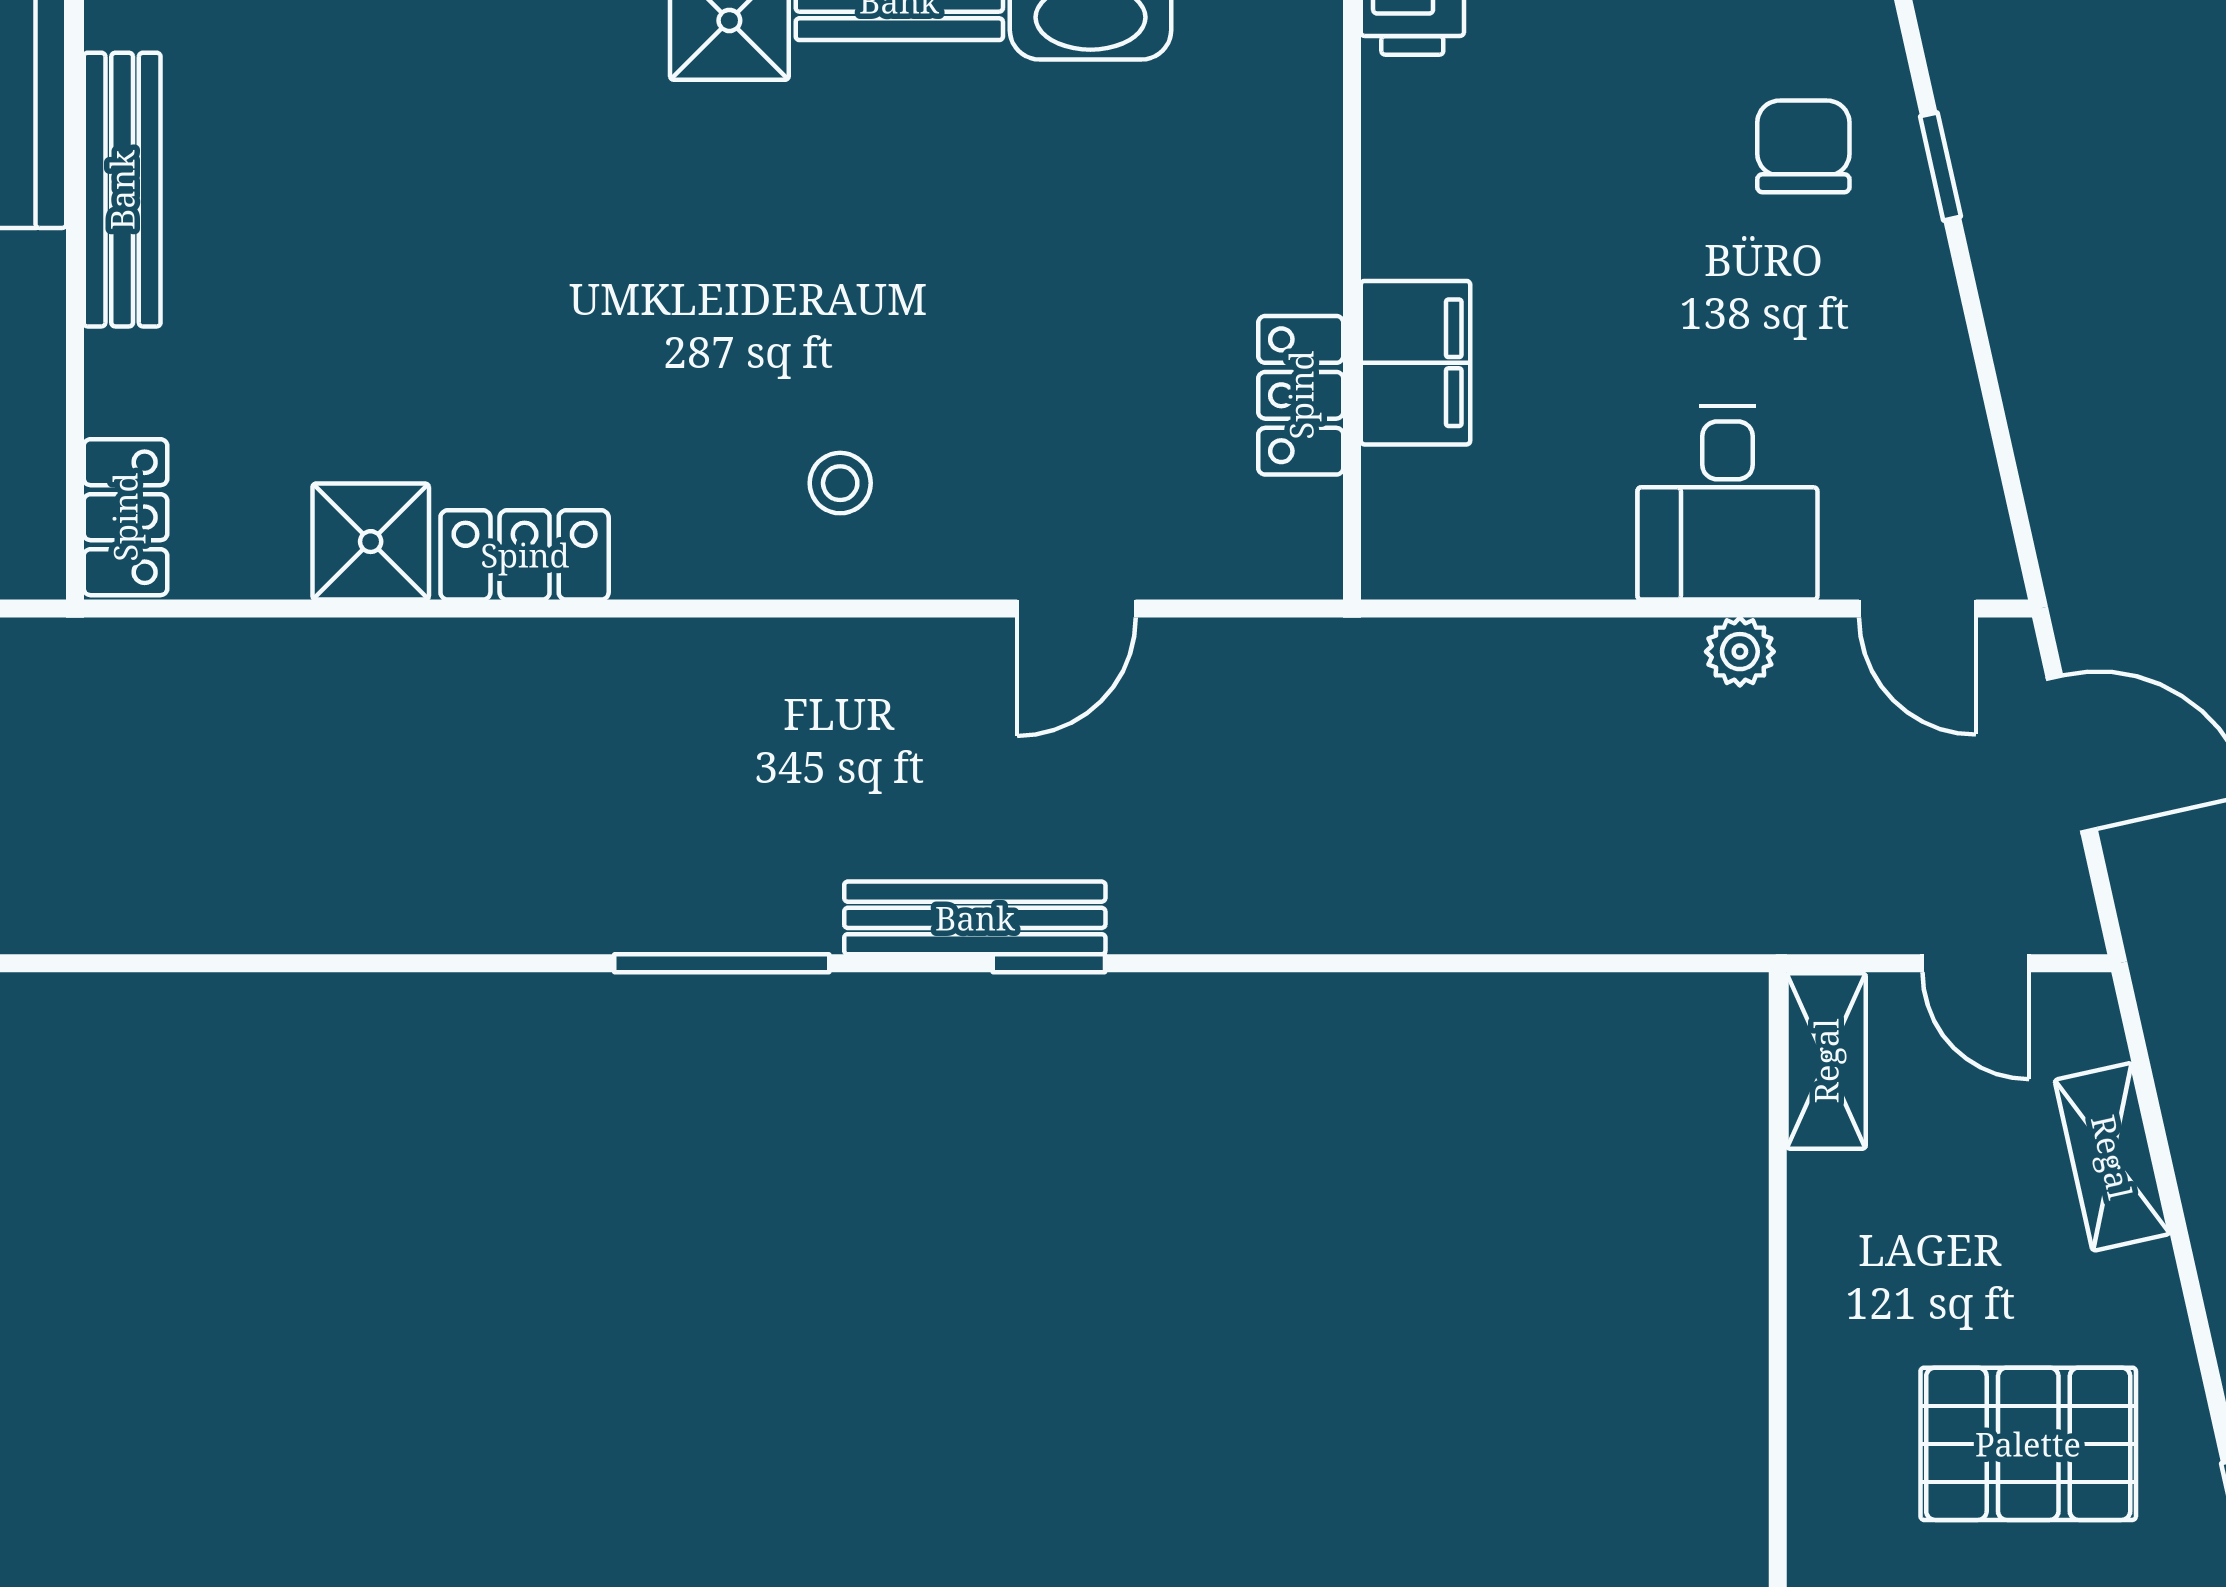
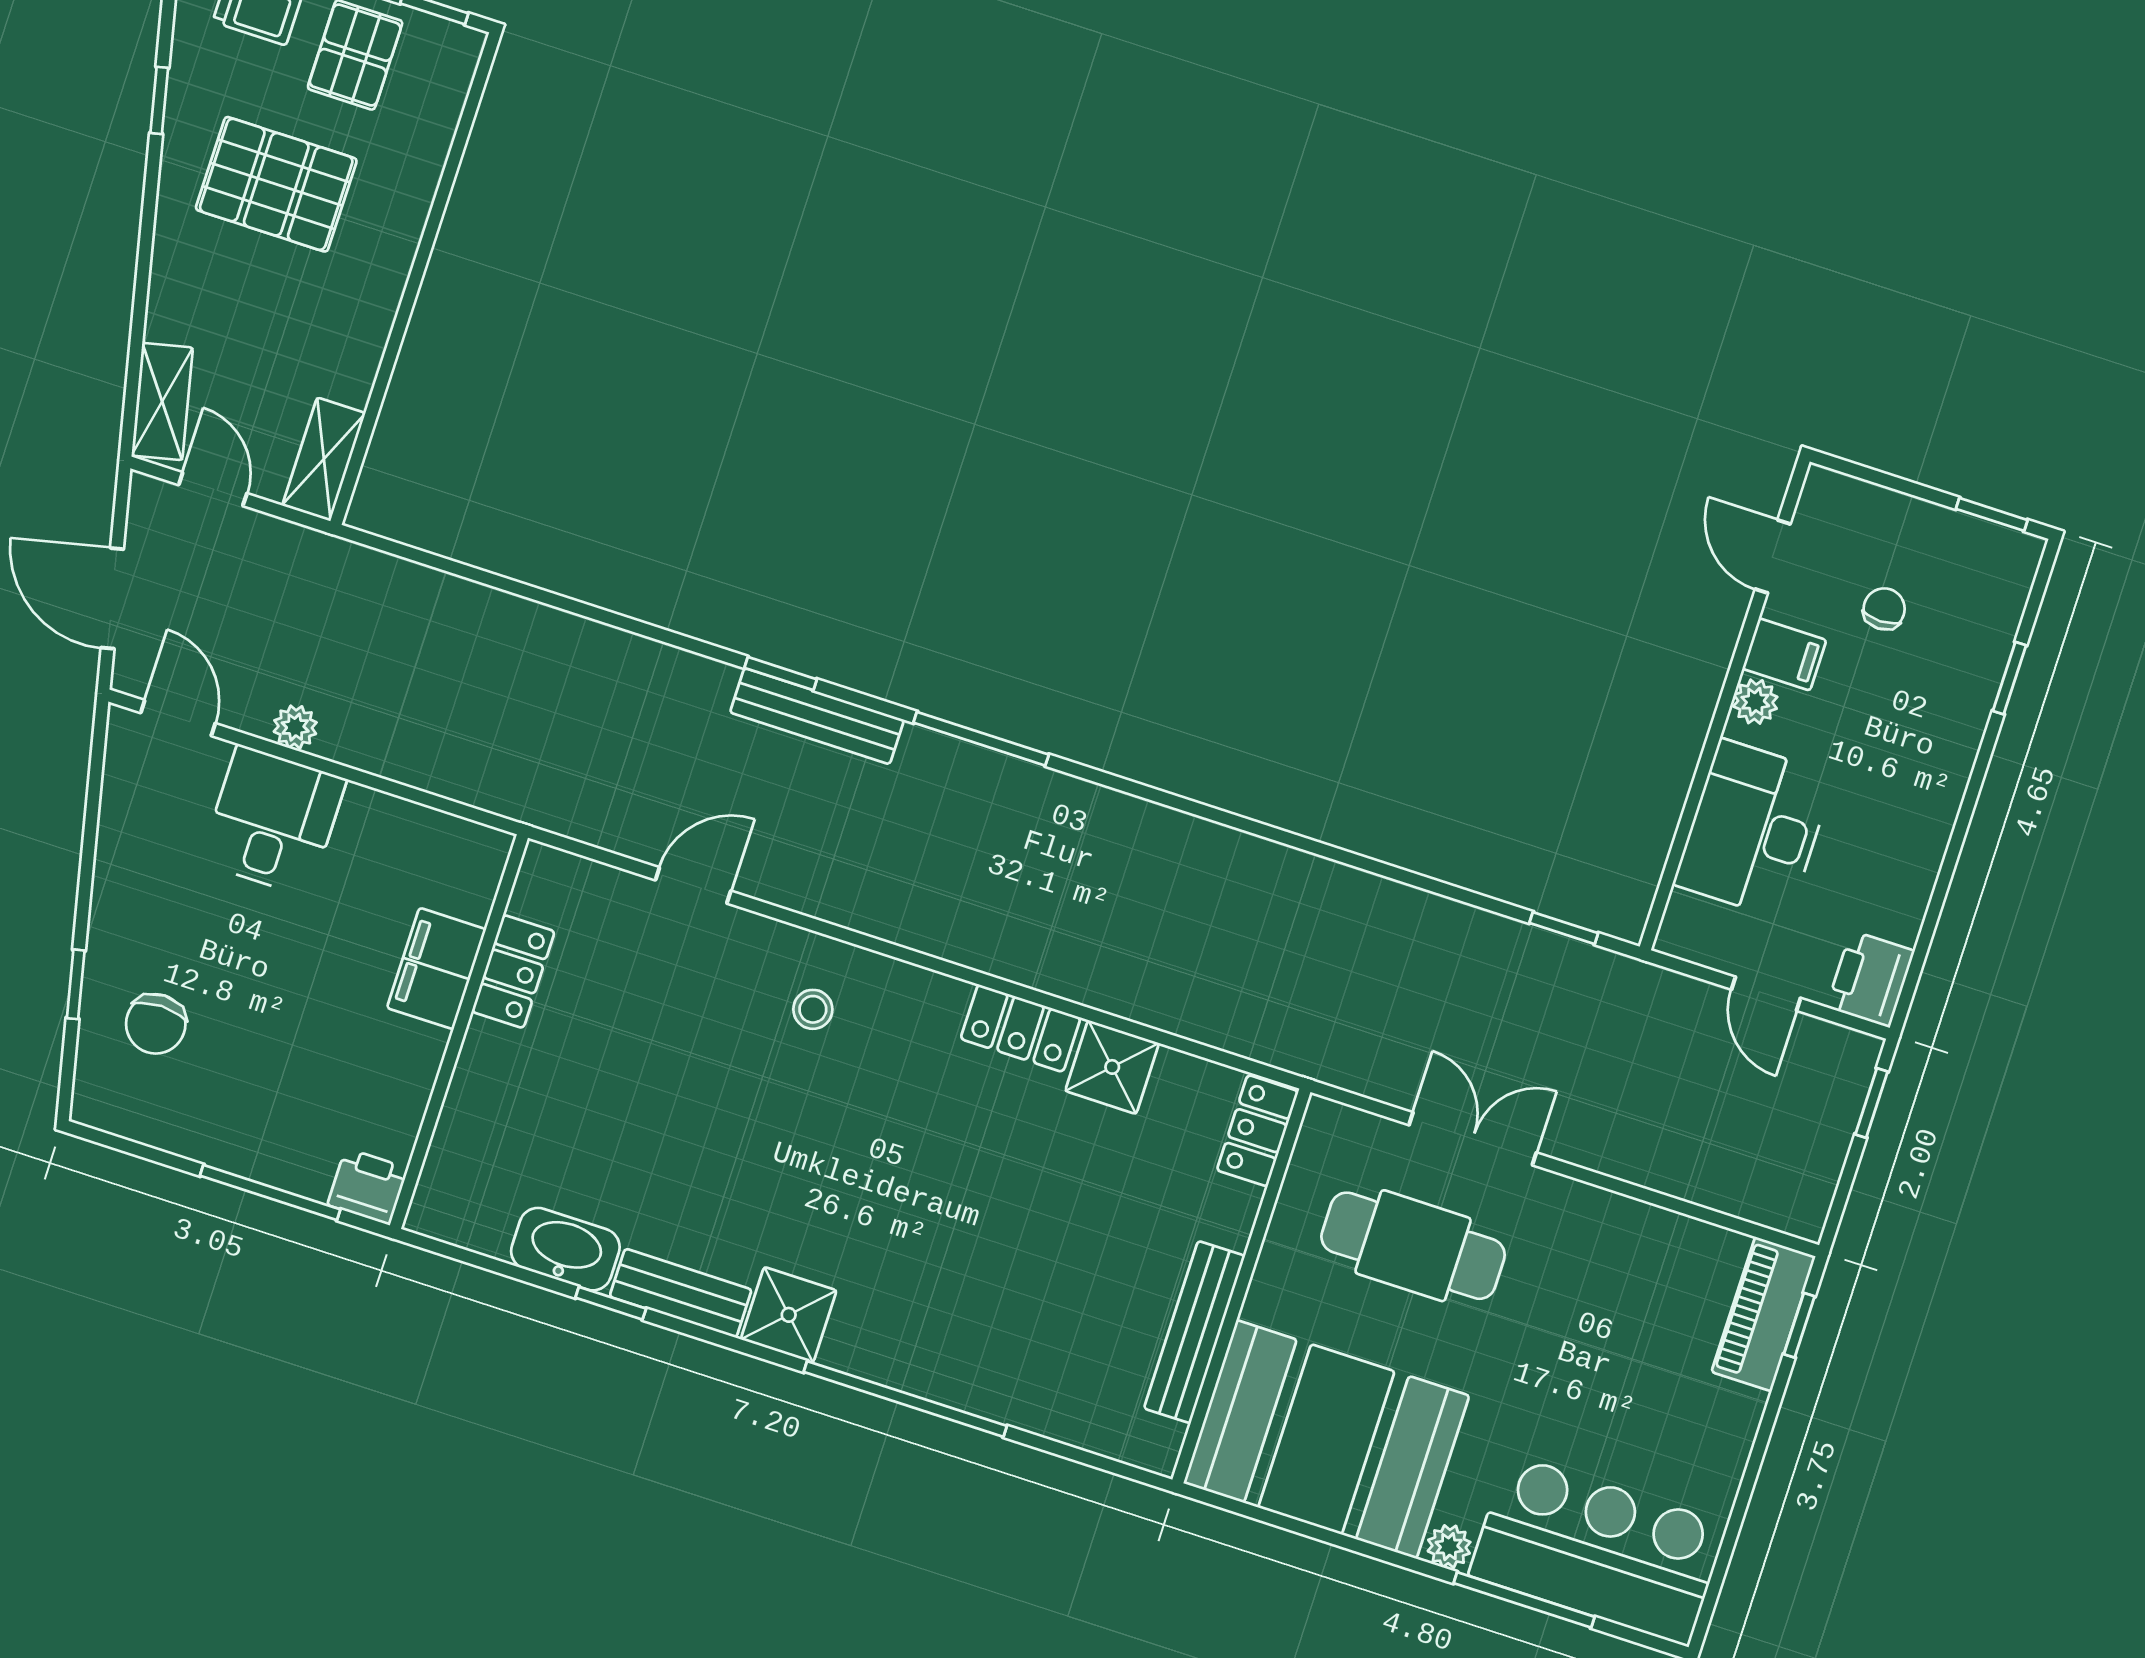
shelving: (2112, 1157) -> (162, 402), moved

